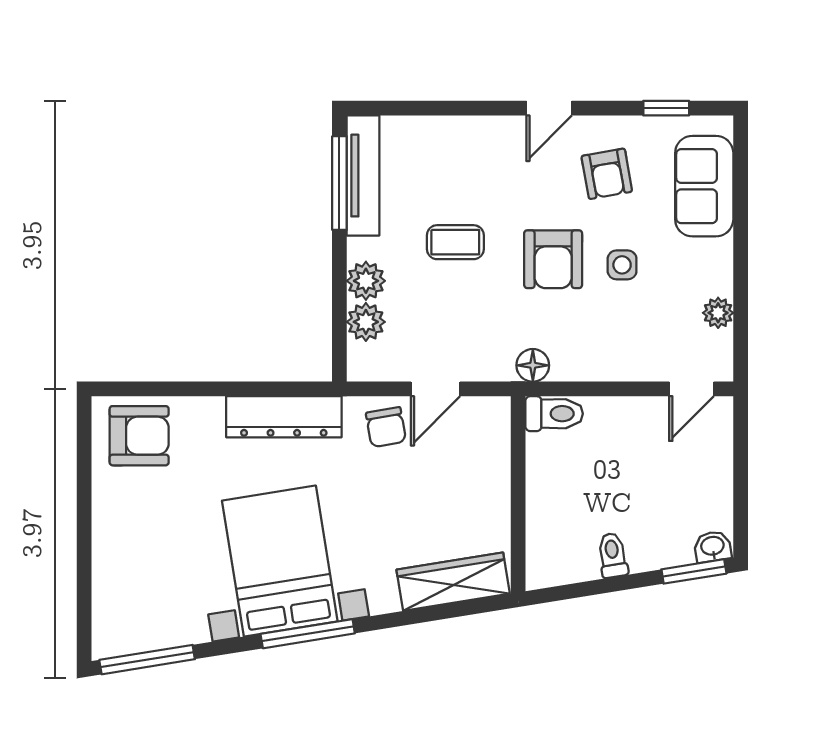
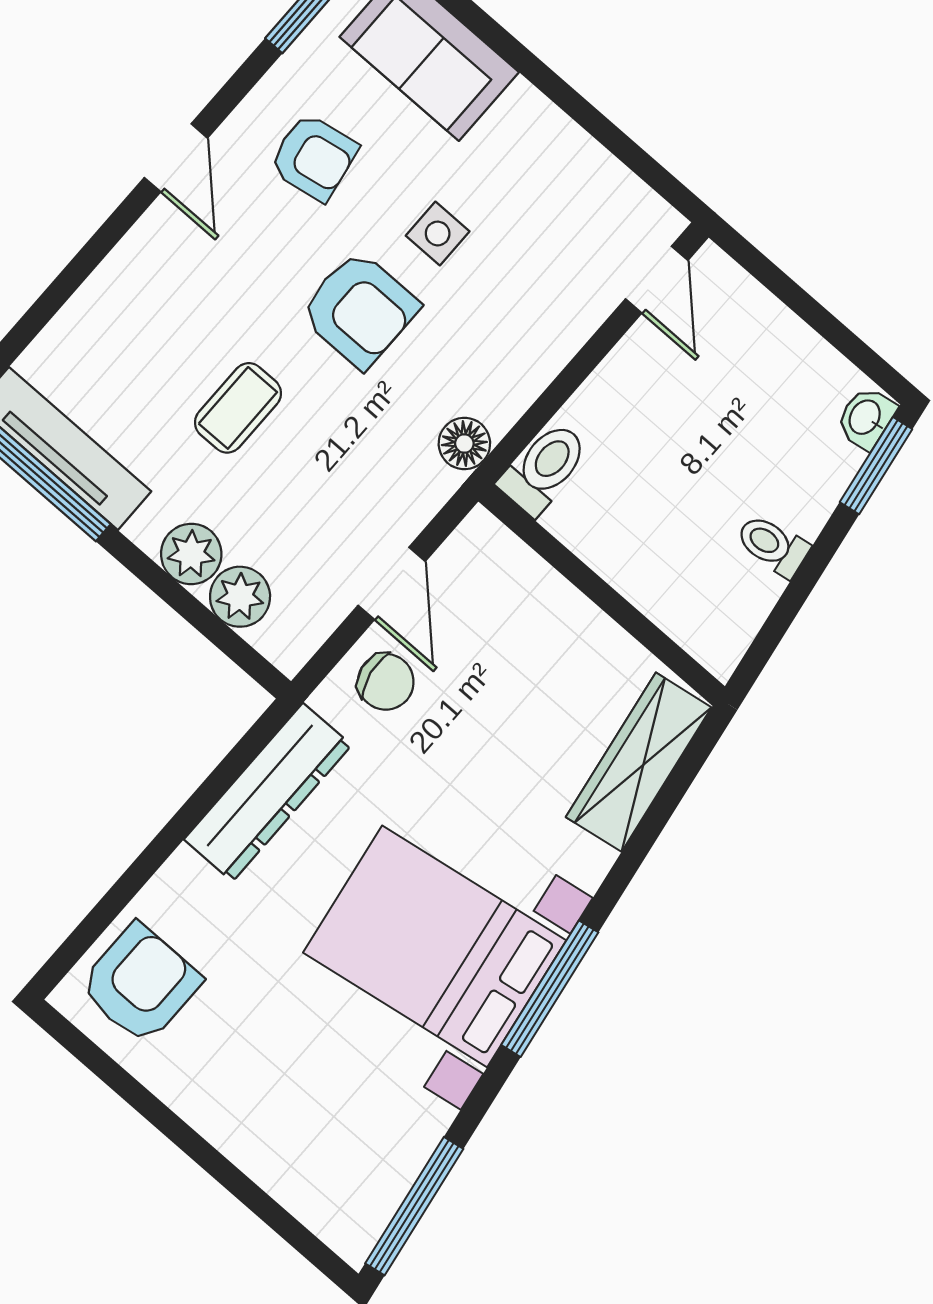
plant: (718, 313) -> (594, 169), removed

